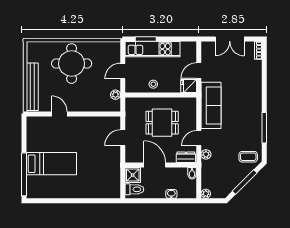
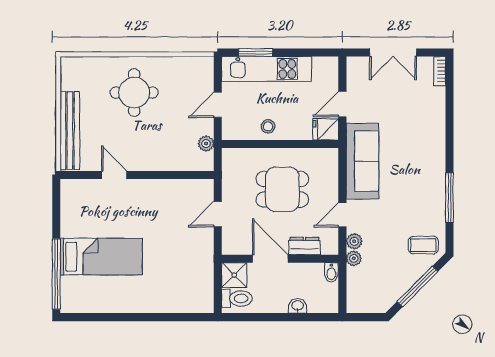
round table: (72, 64) -> (134, 93), width x0.73, depth x0.73
dresser: (186, 157) -> (304, 246), moved
plant: (206, 194) -> (354, 258), moved

